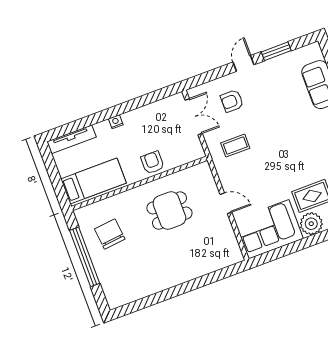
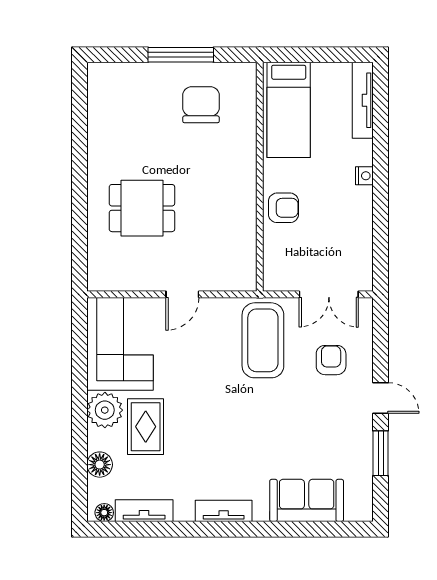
coffee table: (235, 146) -> (263, 340), width x1.86, depth x1.72
dining table: (169, 211) -> (142, 208), moved, turned 90
chair: (110, 234) -> (201, 105), turned -84
window: (85, 257) -> (181, 55), width x0.68

